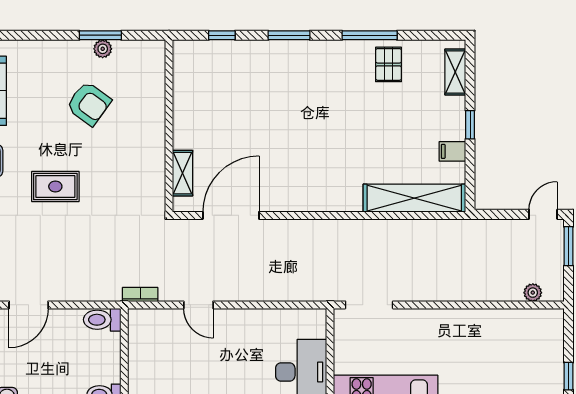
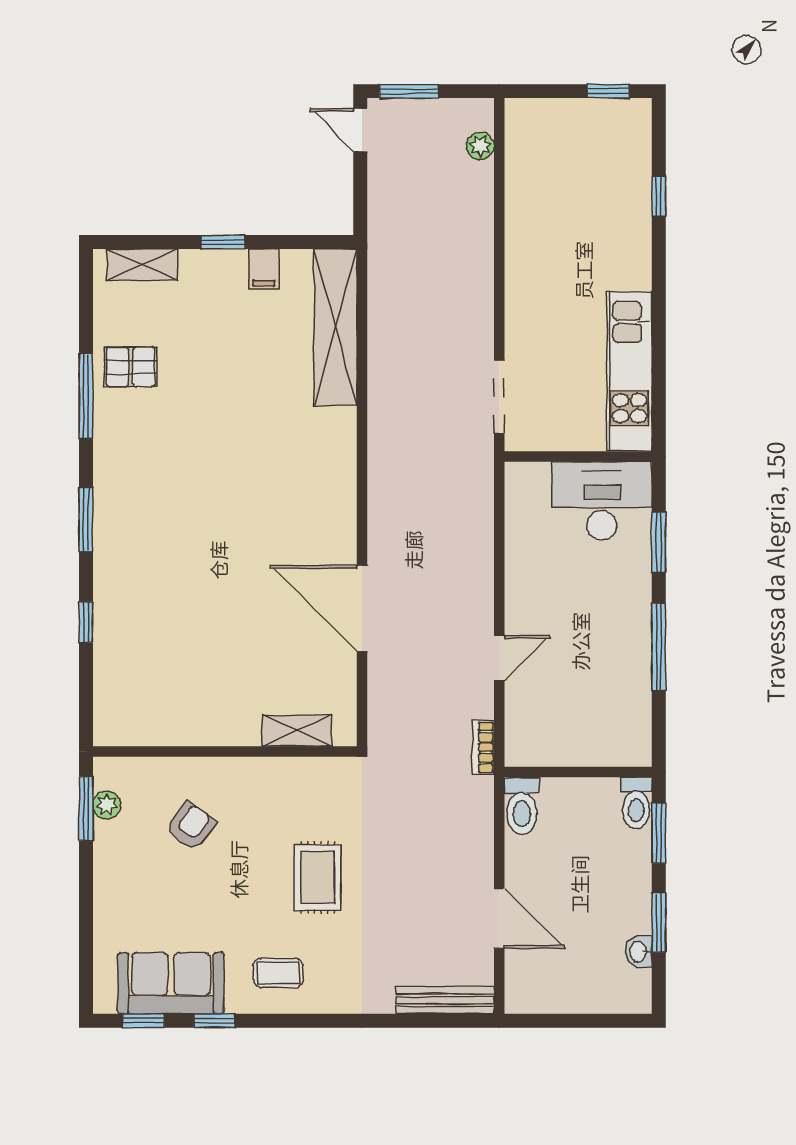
armchair: (89, 104) -> (191, 826), width x0.72, depth x0.72
wall: (169, 126) -> (225, 751), moved
shelving: (182, 173) -> (297, 731), moved

